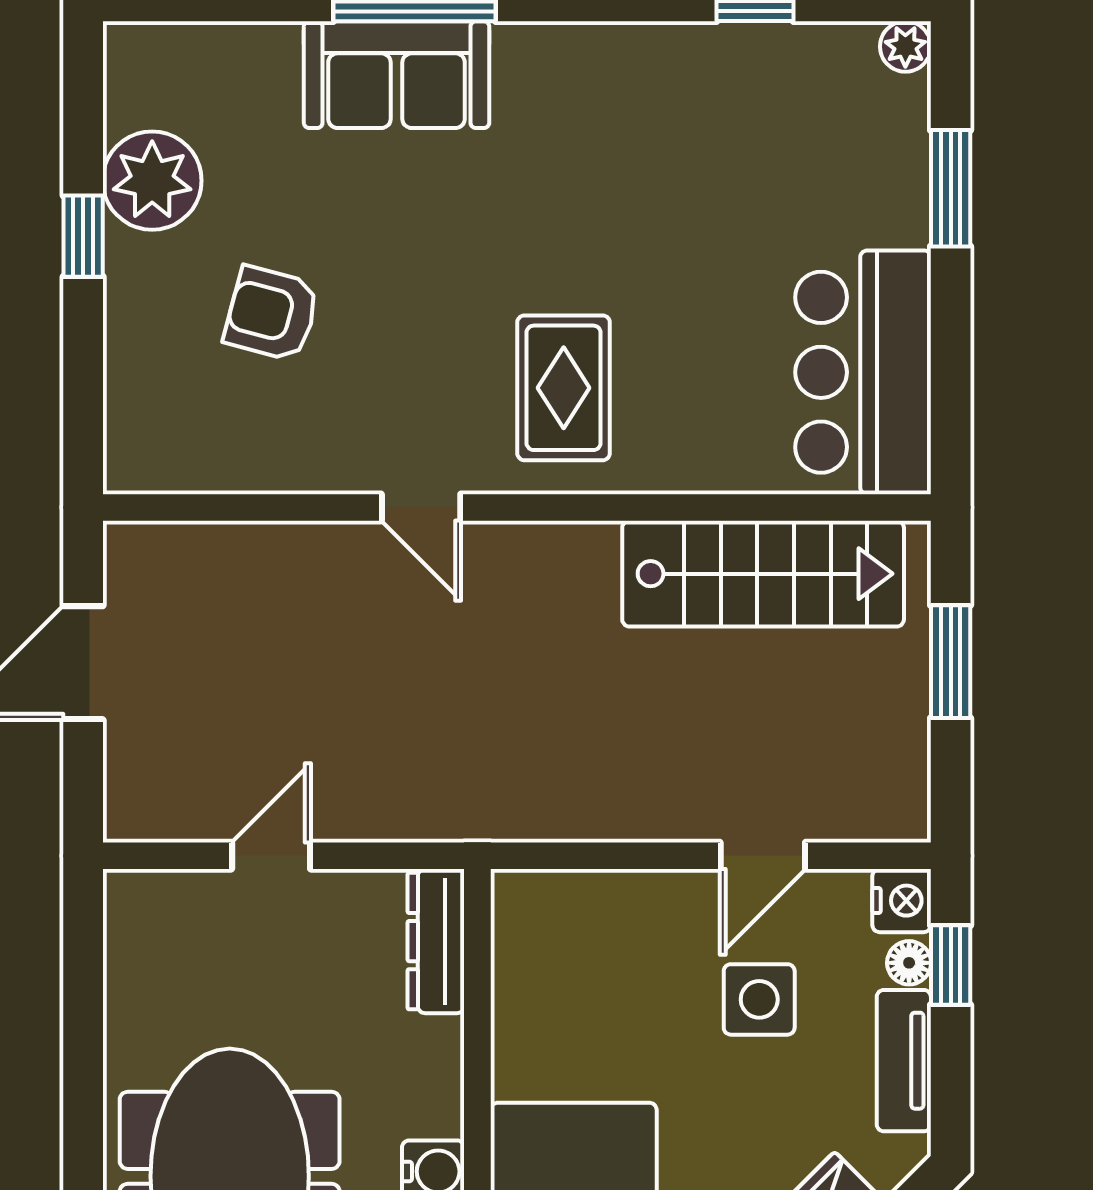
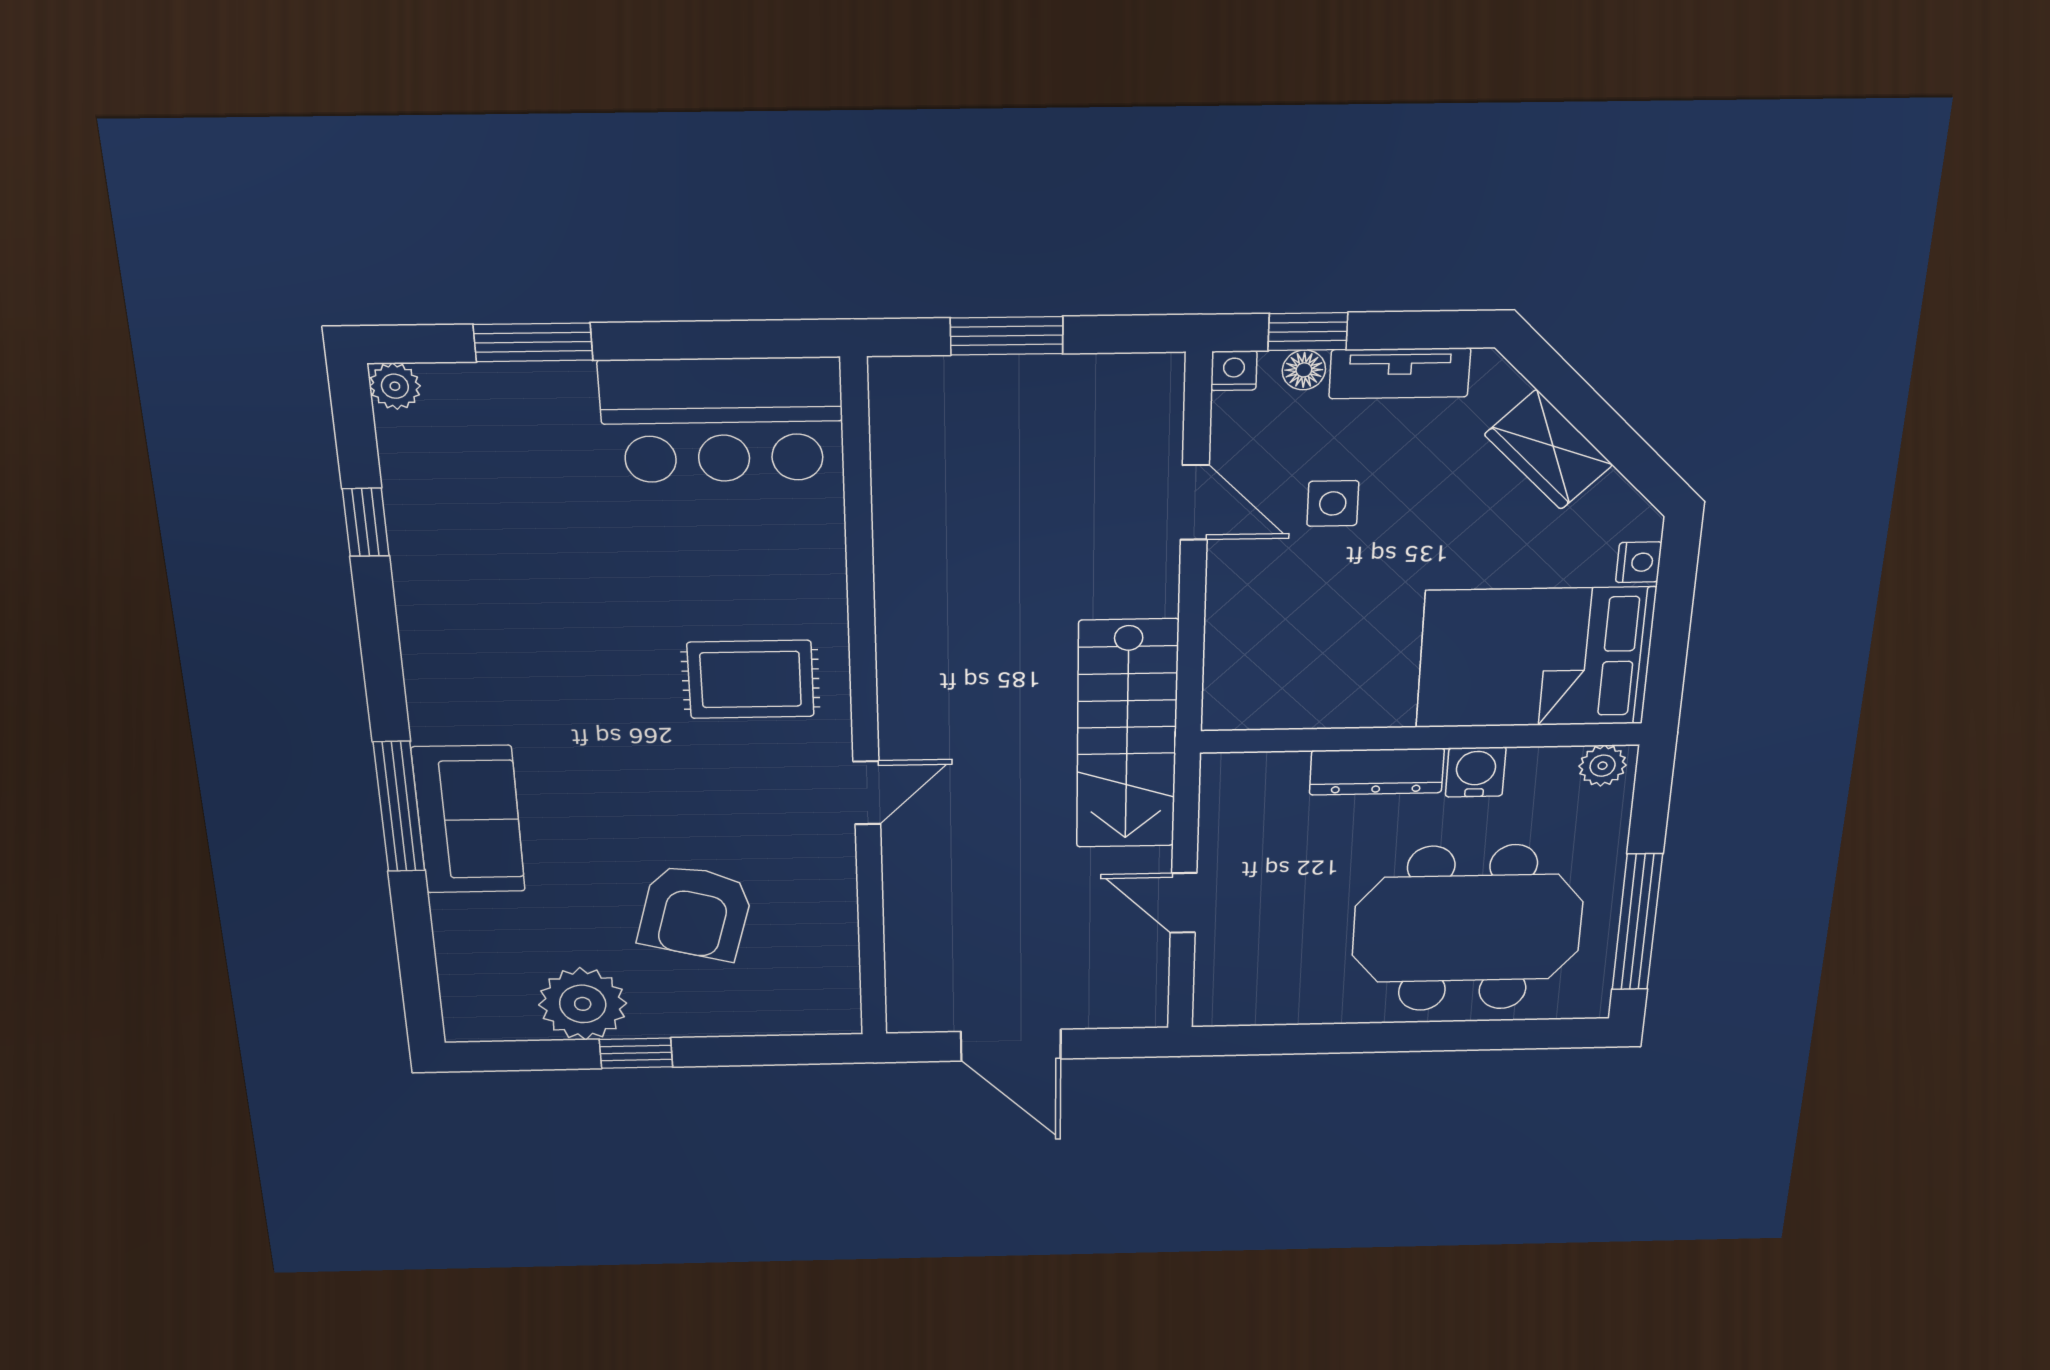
armchair: (272, 314) -> (695, 912), width x1.38, depth x1.38
stairs: (763, 574) -> (1127, 735), moved, turned 180
nightstand: (902, 901) -> (1234, 371), width x0.72, depth x0.74
dresser: (436, 941) -> (1377, 772), moved
side table: (759, 999) -> (1333, 503), width x0.73, depth x0.73

